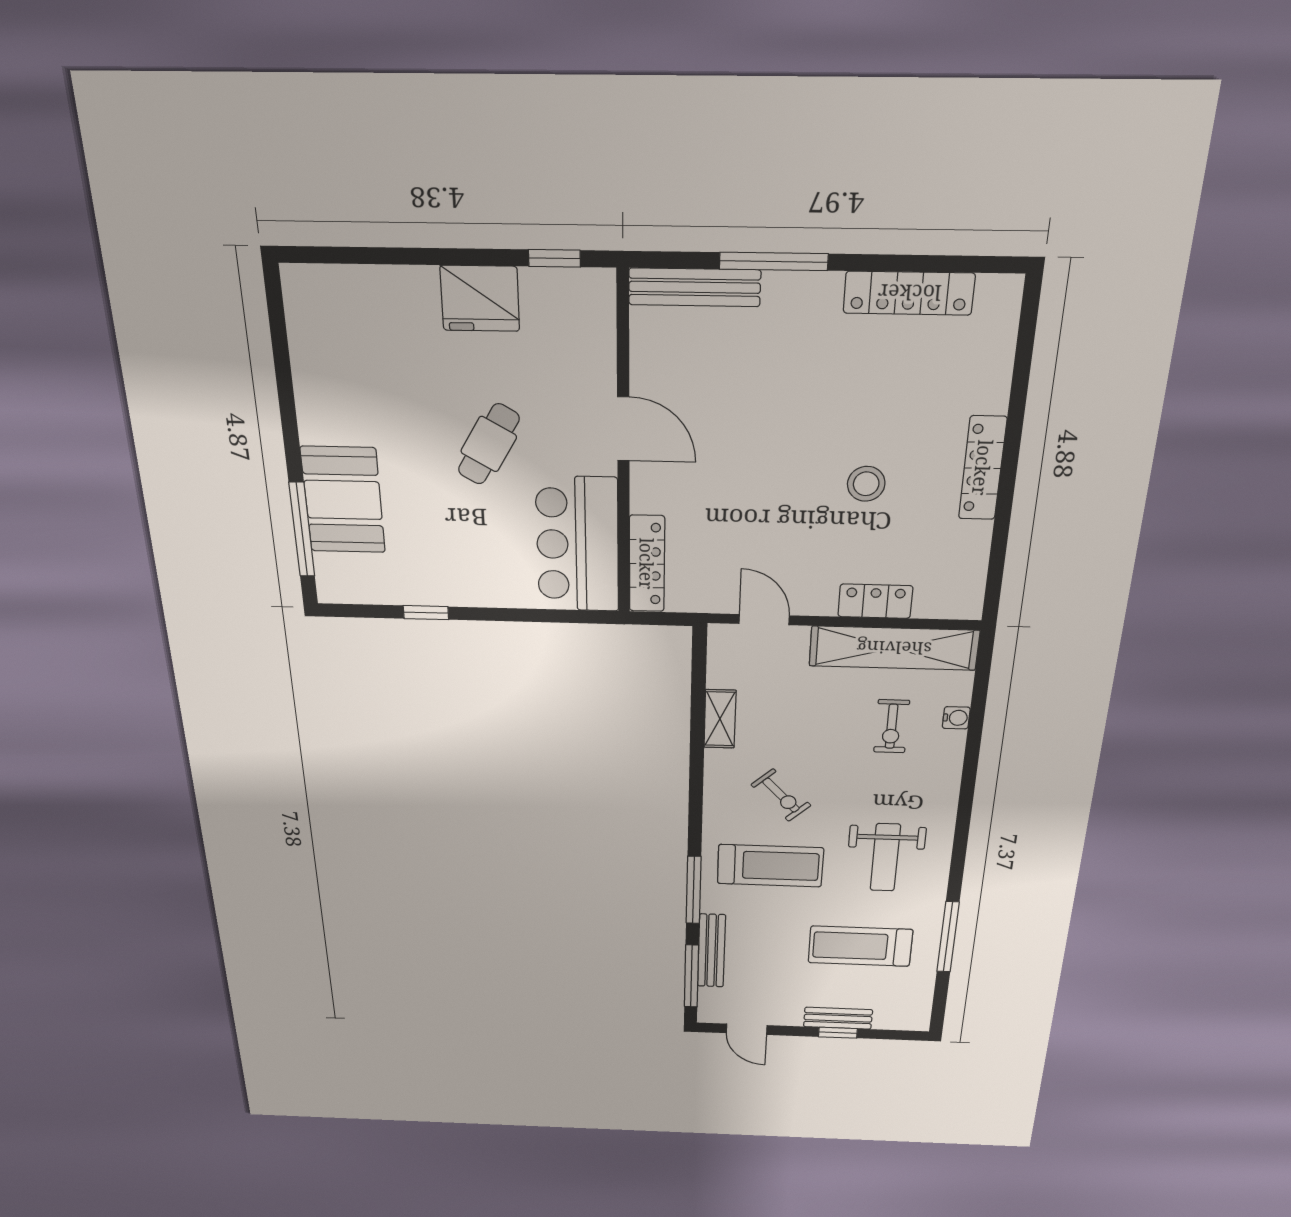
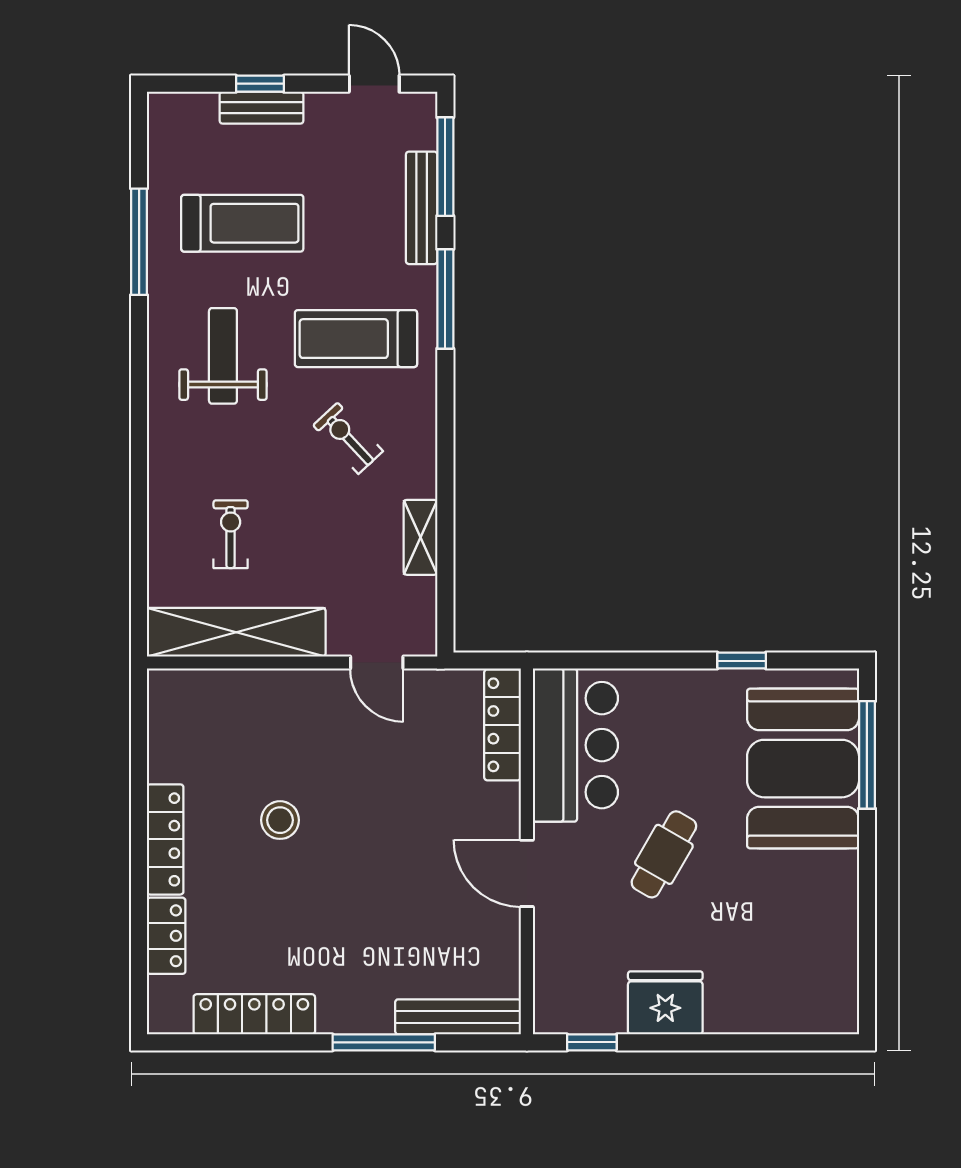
booth: (343, 500) -> (803, 769), width x1.36, depth x1.42
locker: (875, 601) -> (166, 936), moved, turned -90
water cooler: (956, 718) -> (161, 547), removed

